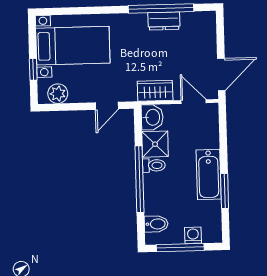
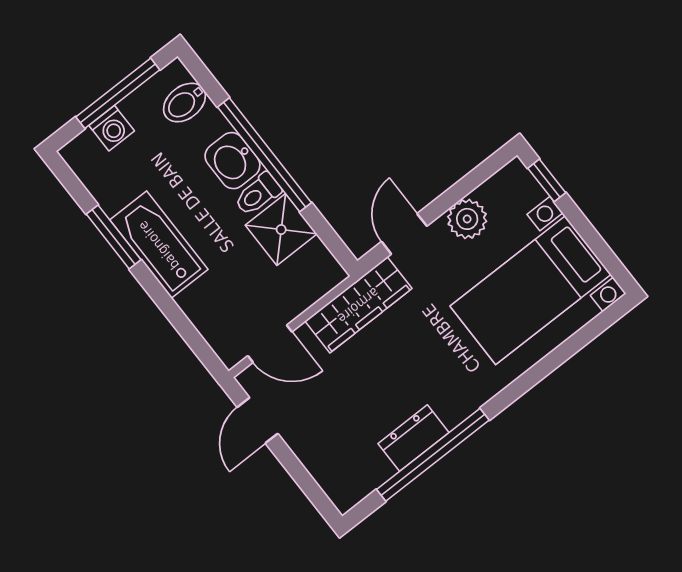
window: (33, 69) -> (547, 180), moved
door: (221, 74) -> (257, 420), width x0.73
wardrobe: (155, 91) -> (358, 305), width x1.50
plant: (58, 94) -> (467, 219), moved
washbasin: (152, 117) -> (232, 161), moved

